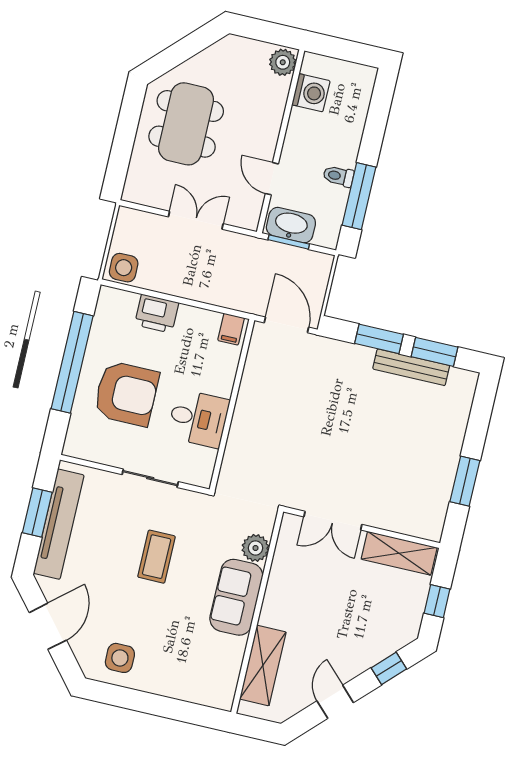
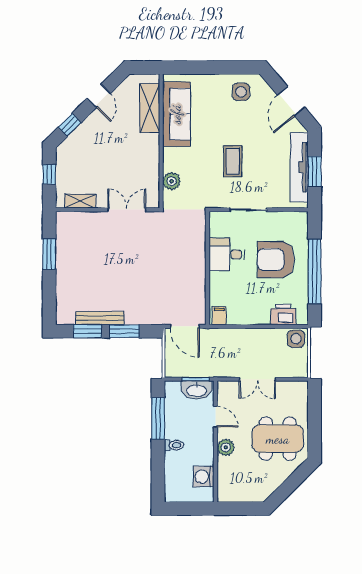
plant: (283, 62) -> (226, 447), moved
dining table: (186, 124) -> (278, 439), turned 90
toilet: (338, 176) -> (174, 445), moved
printer: (157, 314) -> (283, 315), moved
shelving: (399, 553) -> (80, 201), width x0.67, depth x0.75
sofa: (236, 597) -> (176, 114), moved, width x1.36

